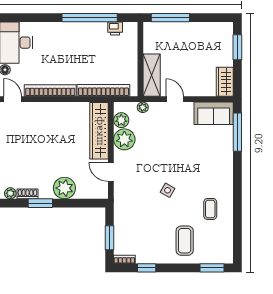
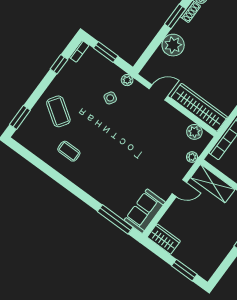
plant: (124, 139) -> (127, 80), moved, width x0.53, depth x0.53
side table: (168, 190) -> (110, 98), moved
coffee table: (185, 241) -> (58, 111), turned 34

